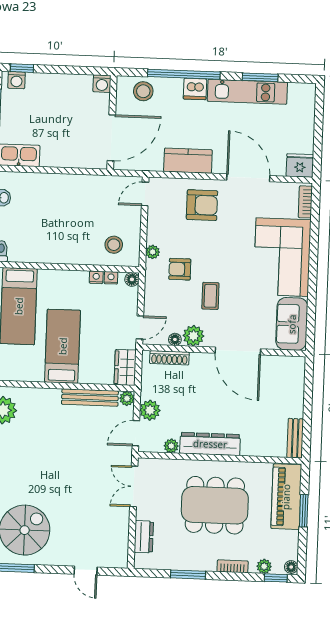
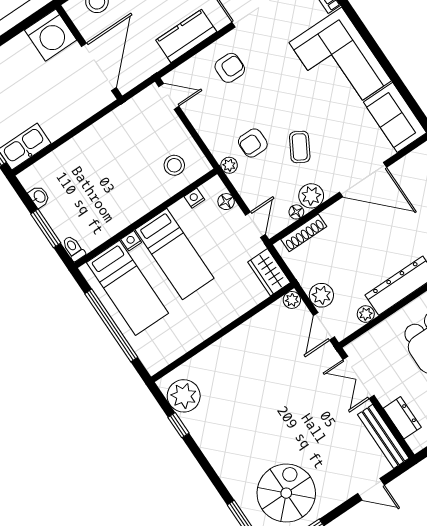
washing machine: (102, 84) -> (51, 35), width x1.89, depth x1.89
door: (145, 194) -> (169, 96), swing flipped
armchair: (202, 205) -> (230, 68), width x0.72, depth x0.72
plant: (153, 252) -> (229, 165), moved
nightstand: (96, 277) -> (131, 241), moved
floor lamp: (132, 279) -> (226, 202), moved
coffee table: (210, 296) -> (300, 147), turned 30
bed: (63, 346) -> (175, 254), moved, turned 180
bench: (90, 398) -> (383, 436), moved, turned 90

